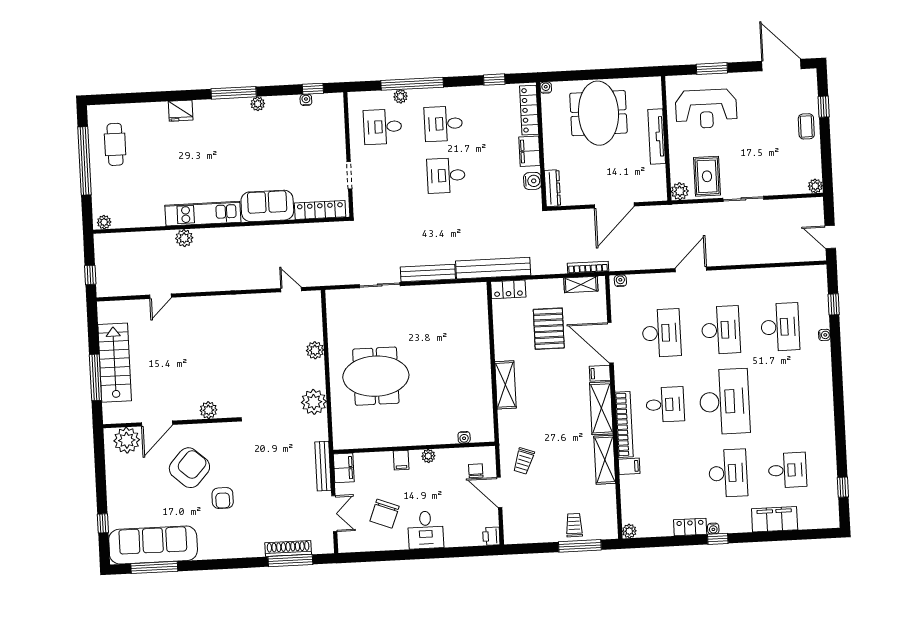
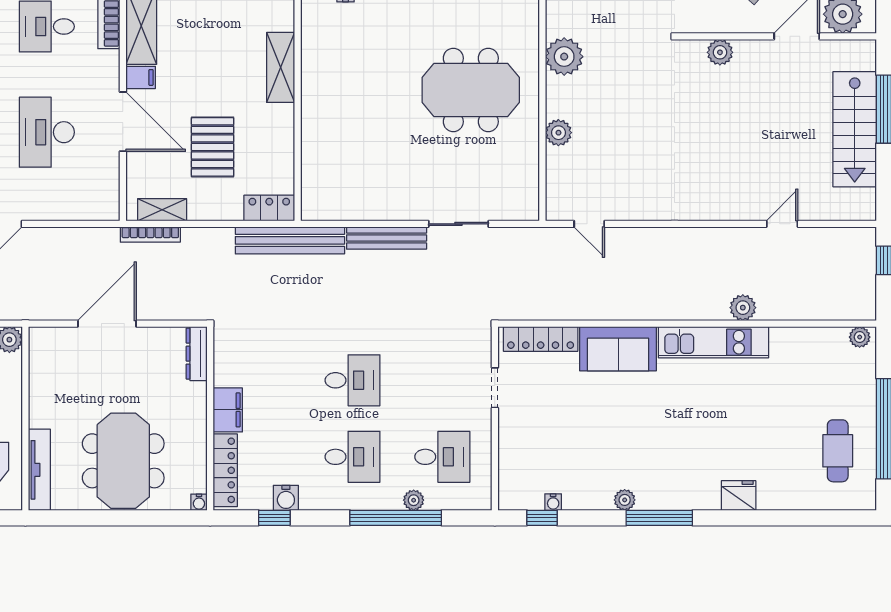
tv unit: (657, 137) -> (39, 470), moved
water cooler: (532, 181) -> (286, 498), moved, turned -90
water cooler: (620, 281) -> (103, 212), removed

